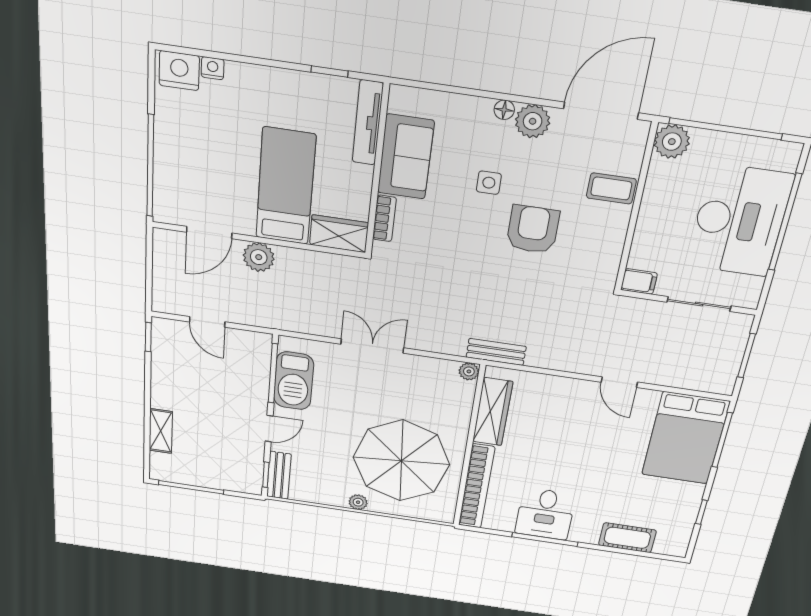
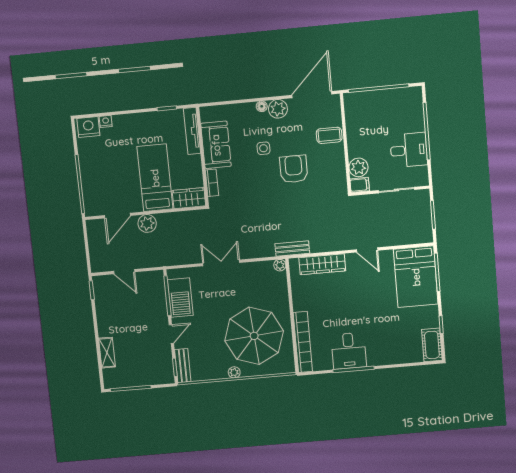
plant: (672, 142) -> (358, 167), moved
desk: (739, 221) -> (409, 150), width x0.53, depth x0.77
wardrobe: (493, 412) -> (322, 264), moved, turned 90
cot: (627, 538) -> (432, 345), moved, turned 90

